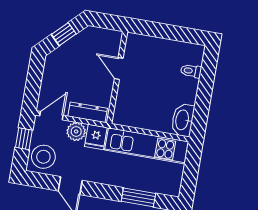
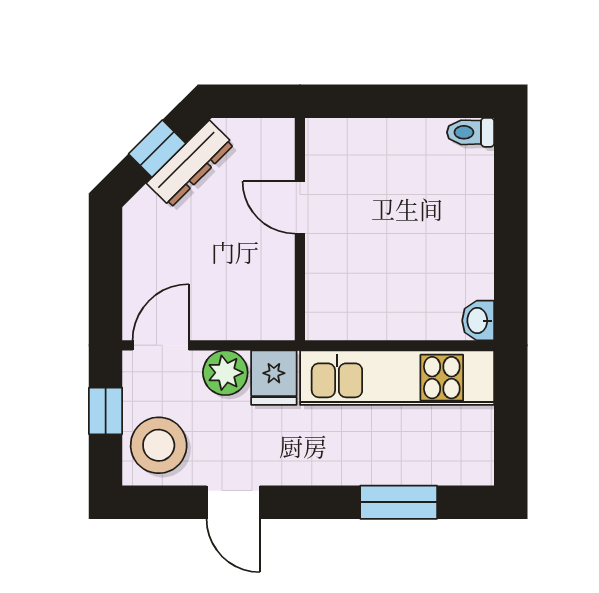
toilet: (191, 71) -> (471, 132), moved
dresser: (88, 112) -> (190, 164), moved, turned 135
washbasin: (183, 120) -> (478, 321), width x0.52, depth x0.69

